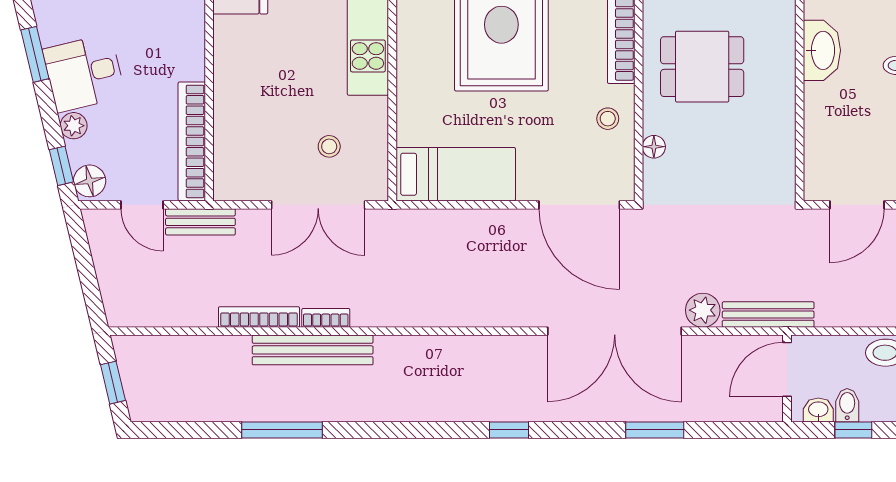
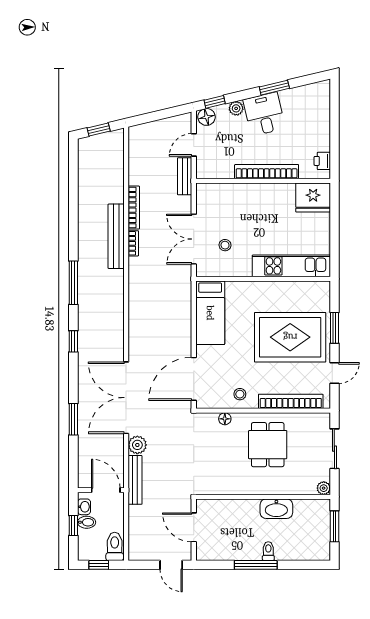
bookcase: (192, 141) -> (267, 172), moved
window: (282, 430) -> (73, 283), moved

